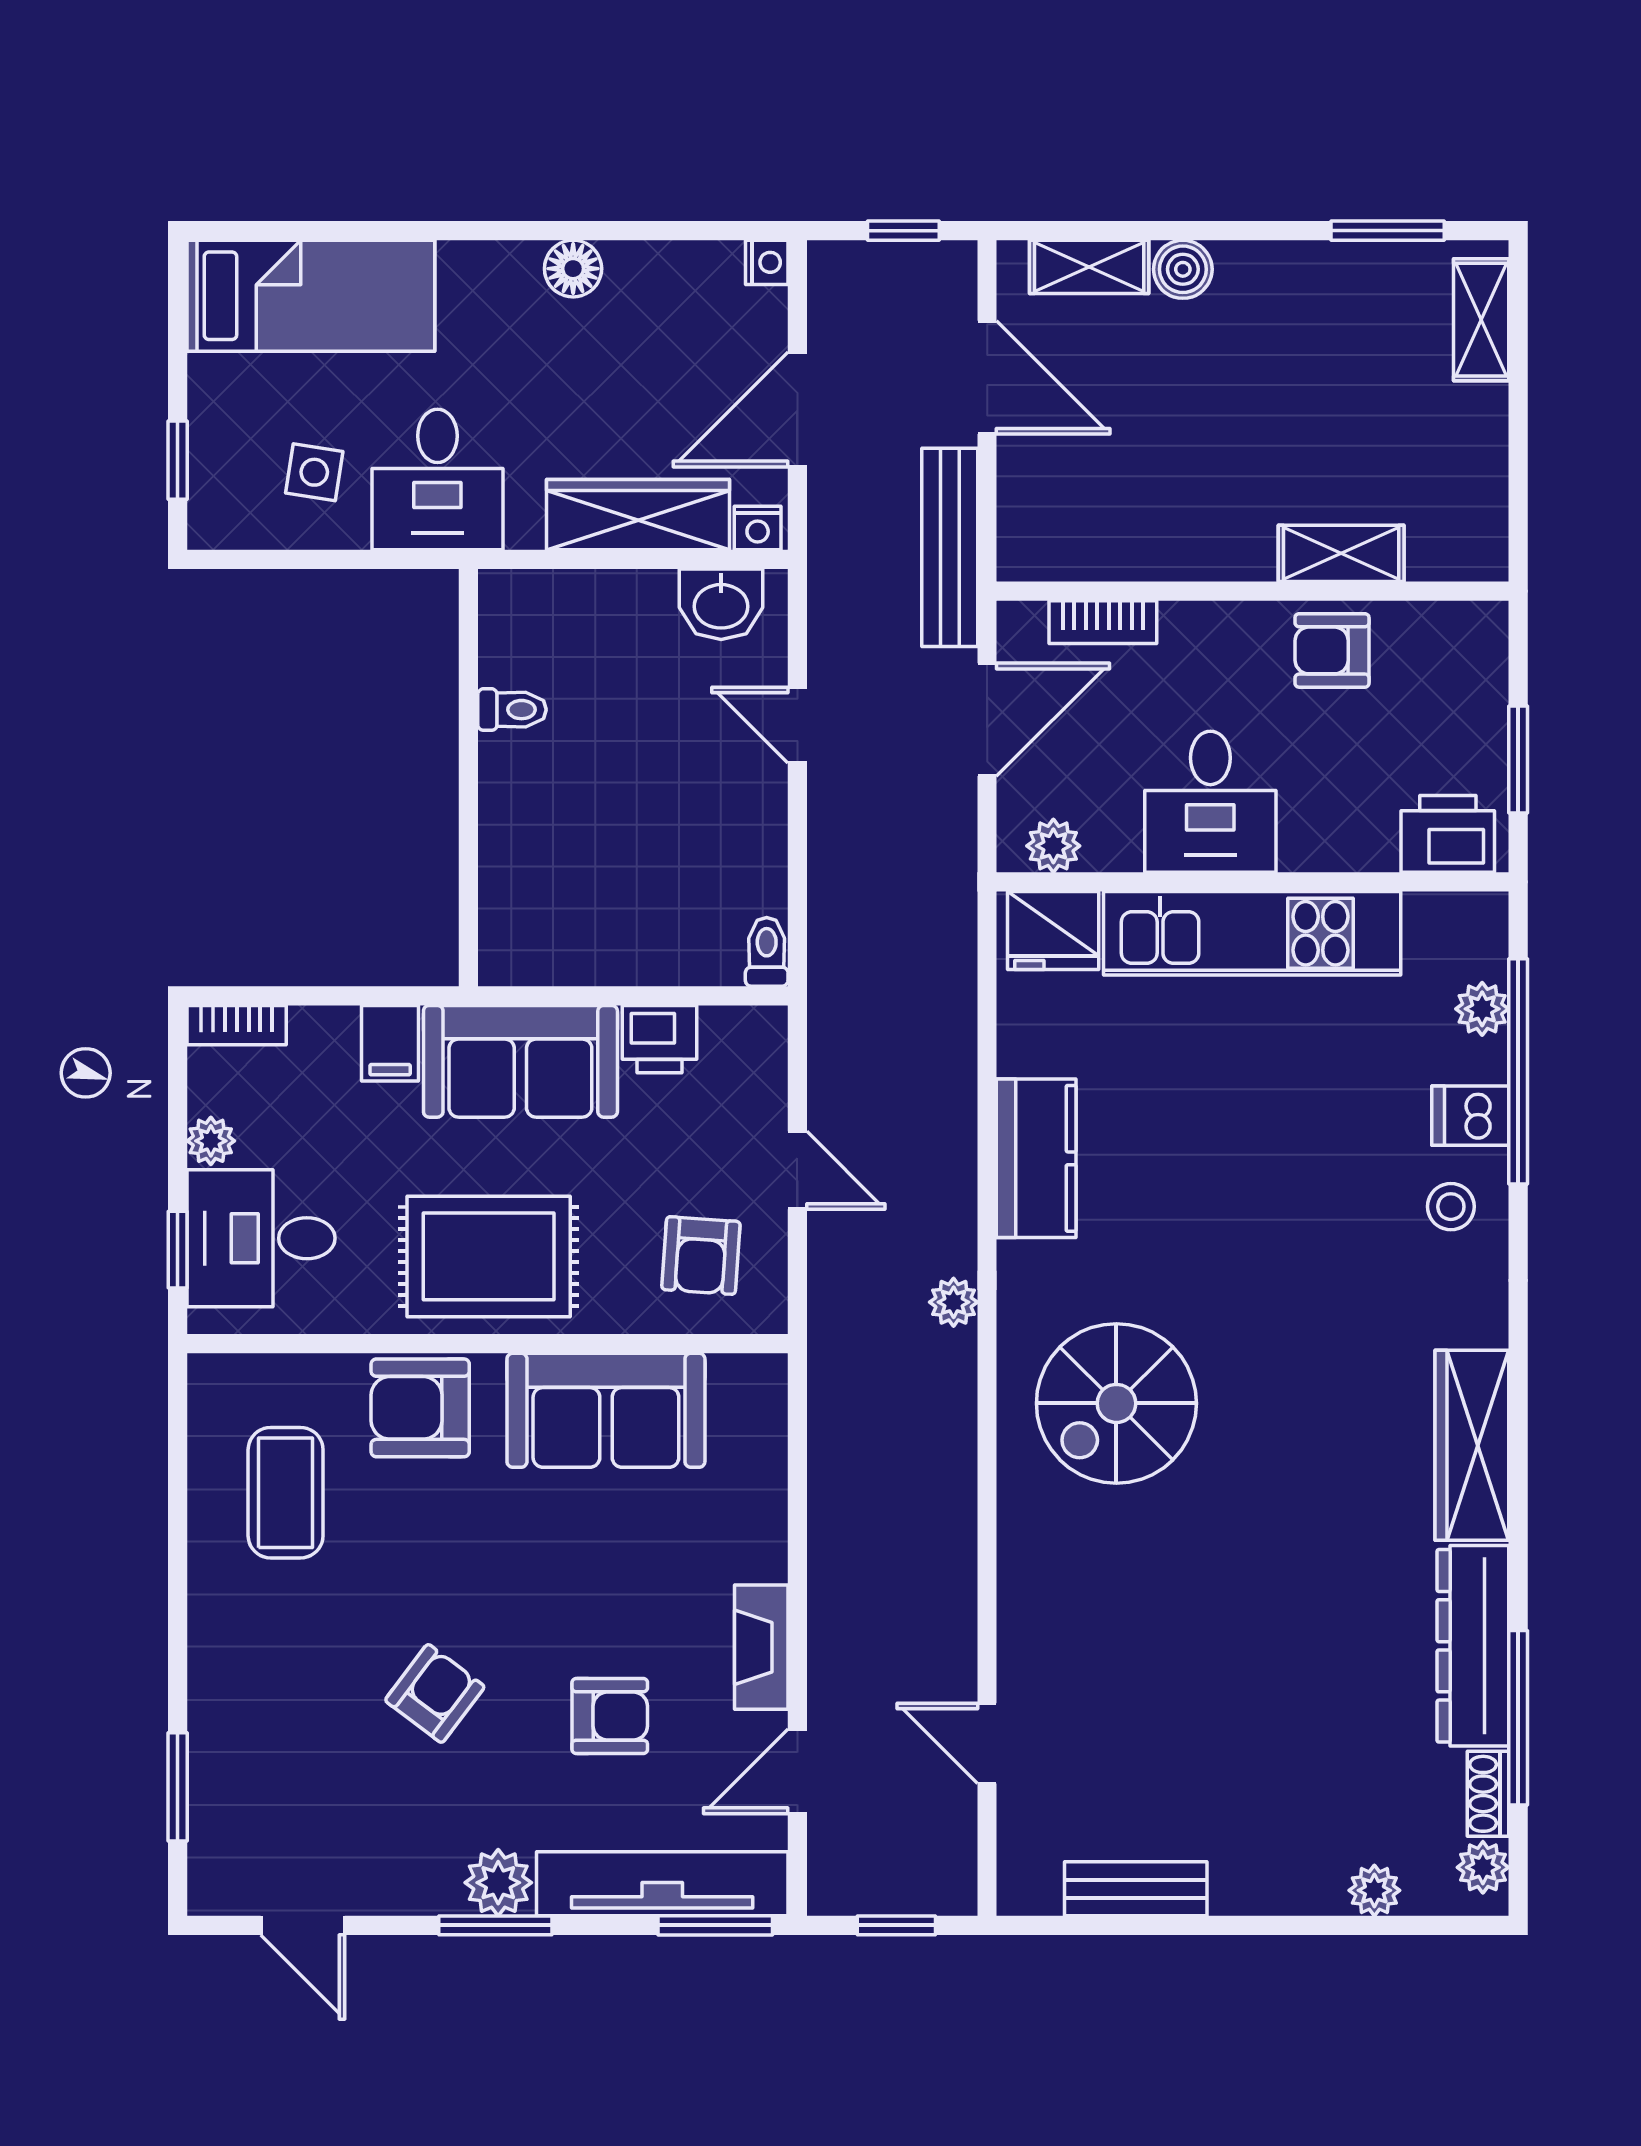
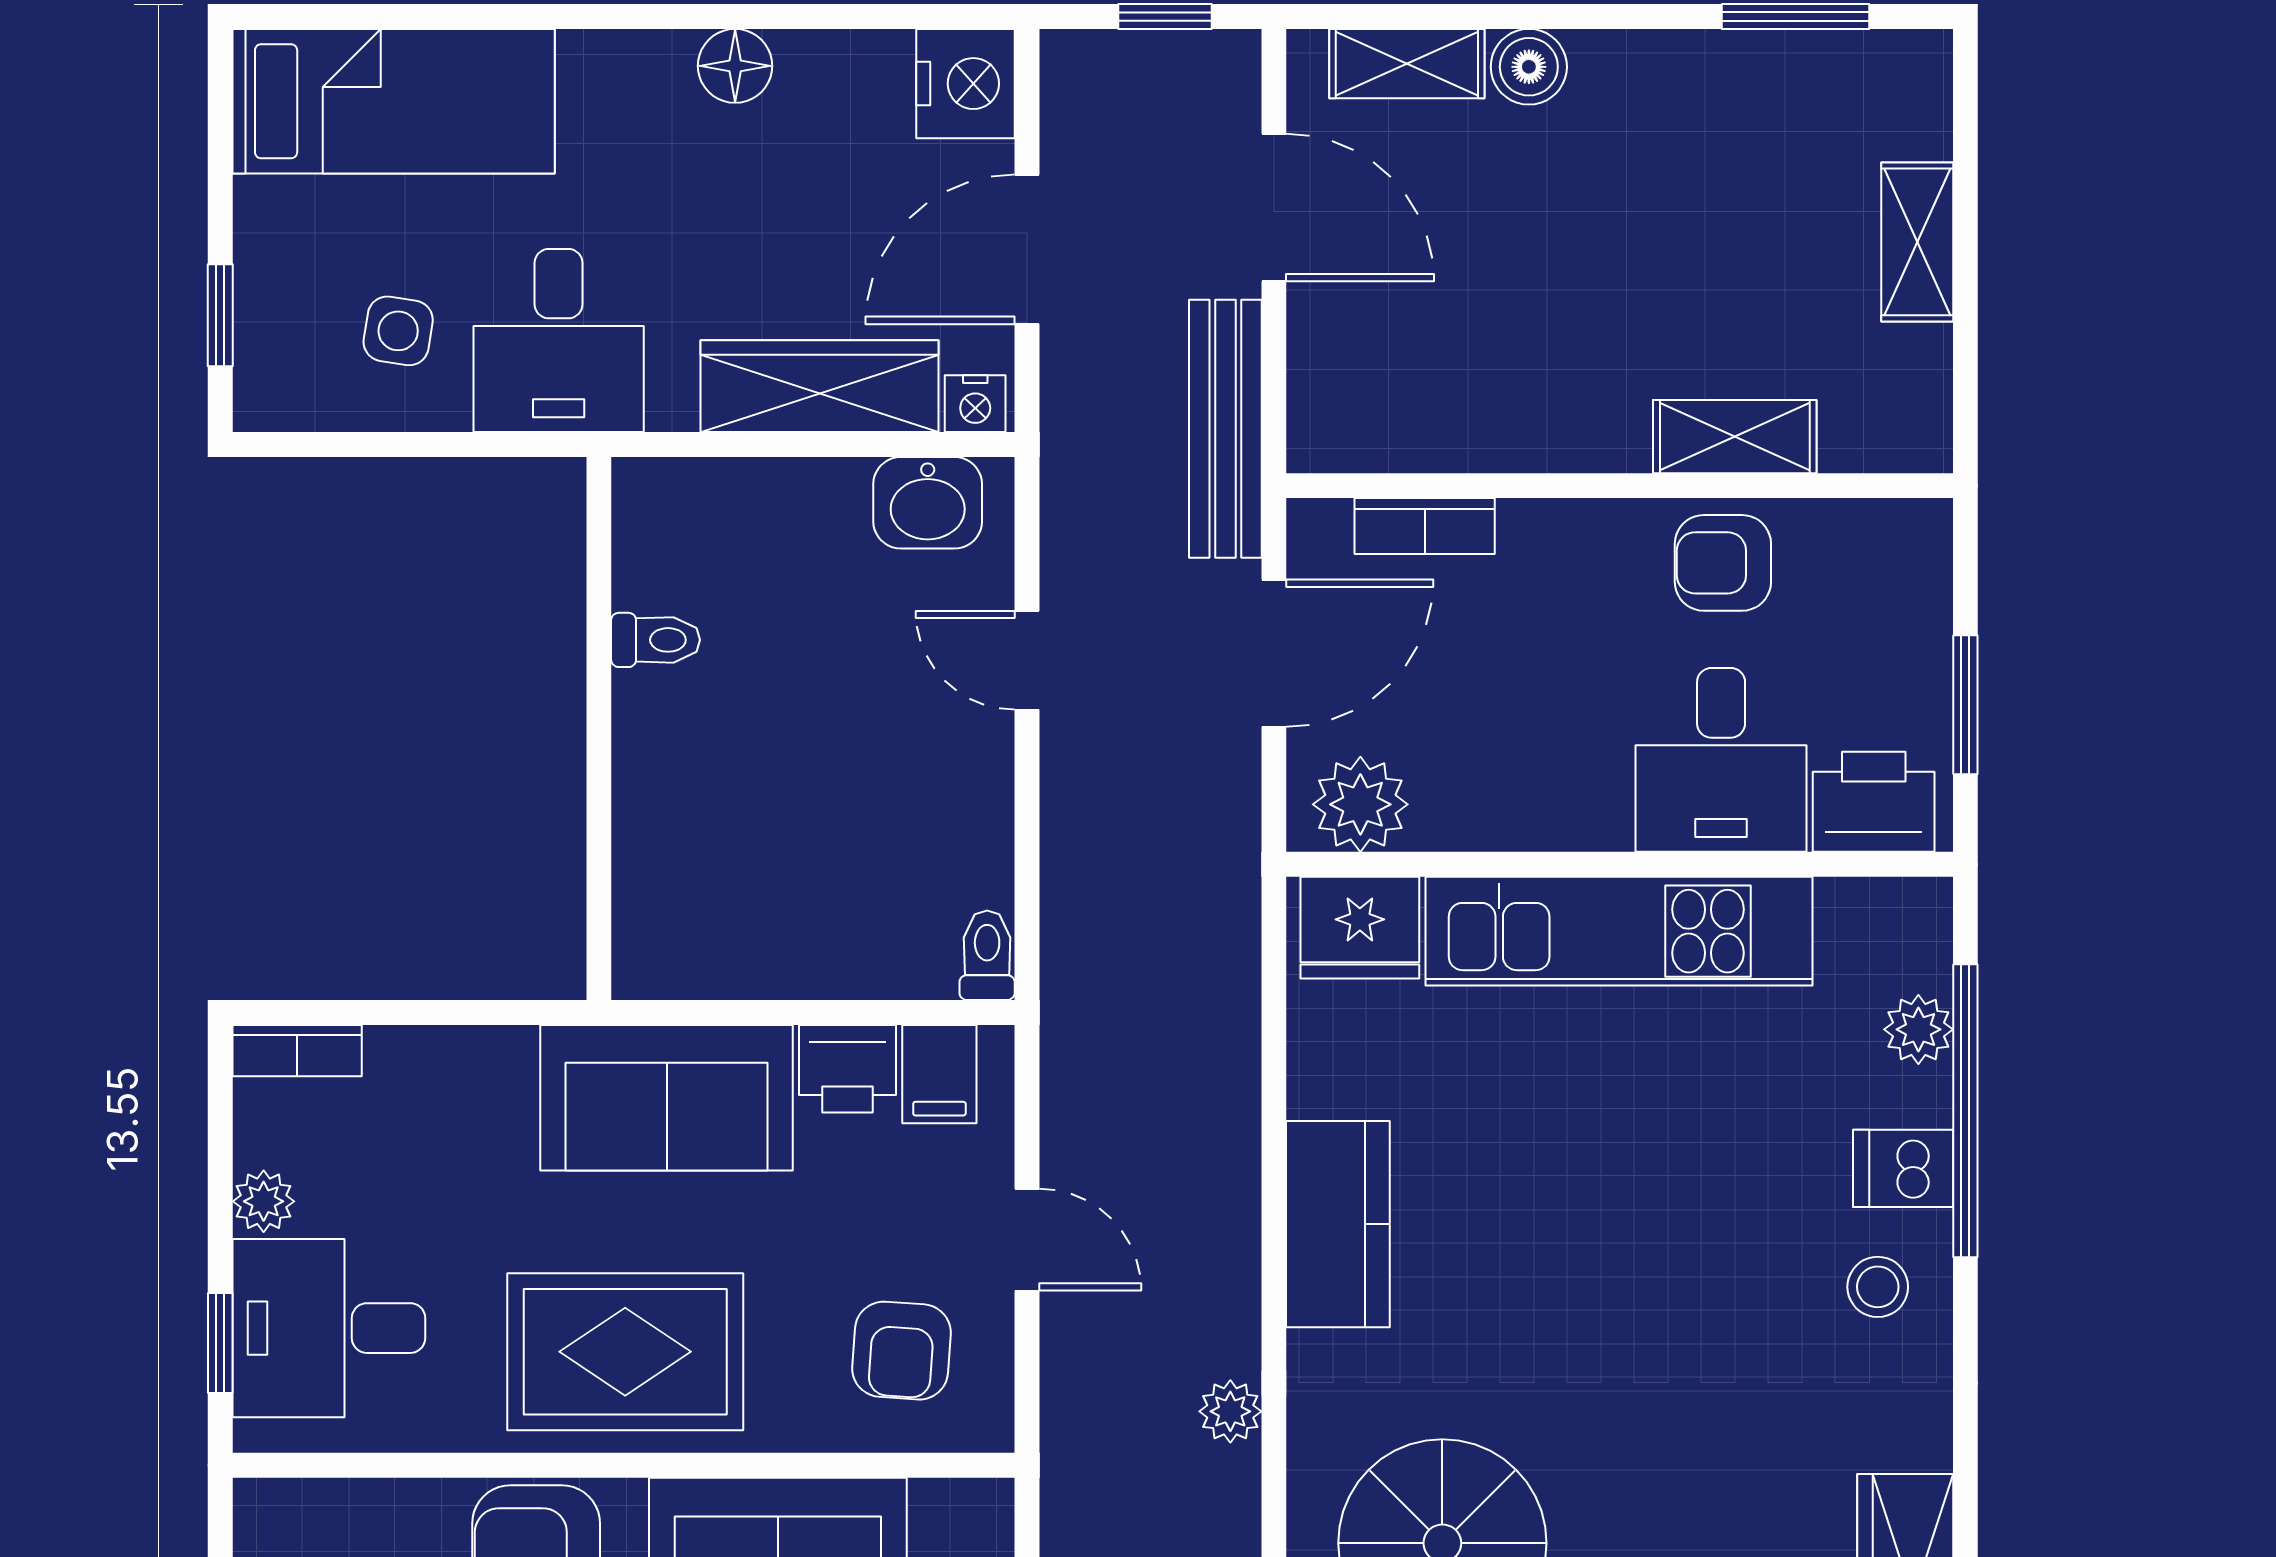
nightstand: (767, 262) -> (965, 84), width x1.89, depth x1.79
shelving: (1481, 320) -> (1917, 242), moved
desk: (1210, 802) -> (1721, 760), moved
plant: (1053, 846) -> (1360, 804), width x1.38, depth x1.38
filing cabinet: (390, 1043) -> (939, 1074), moved

